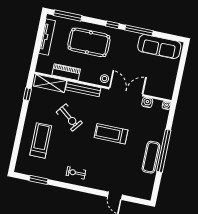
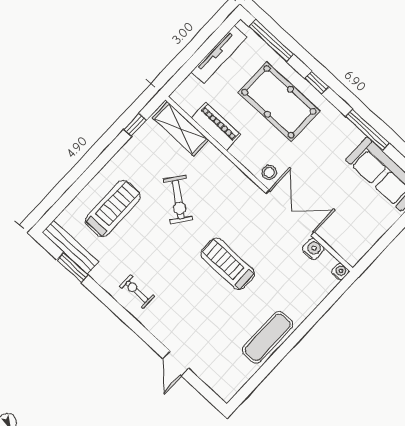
window: (112, 25) -> (317, 83), moved
bench: (83, 89) -> (70, 247), moved
window: (164, 151) -> (293, 339), removed

